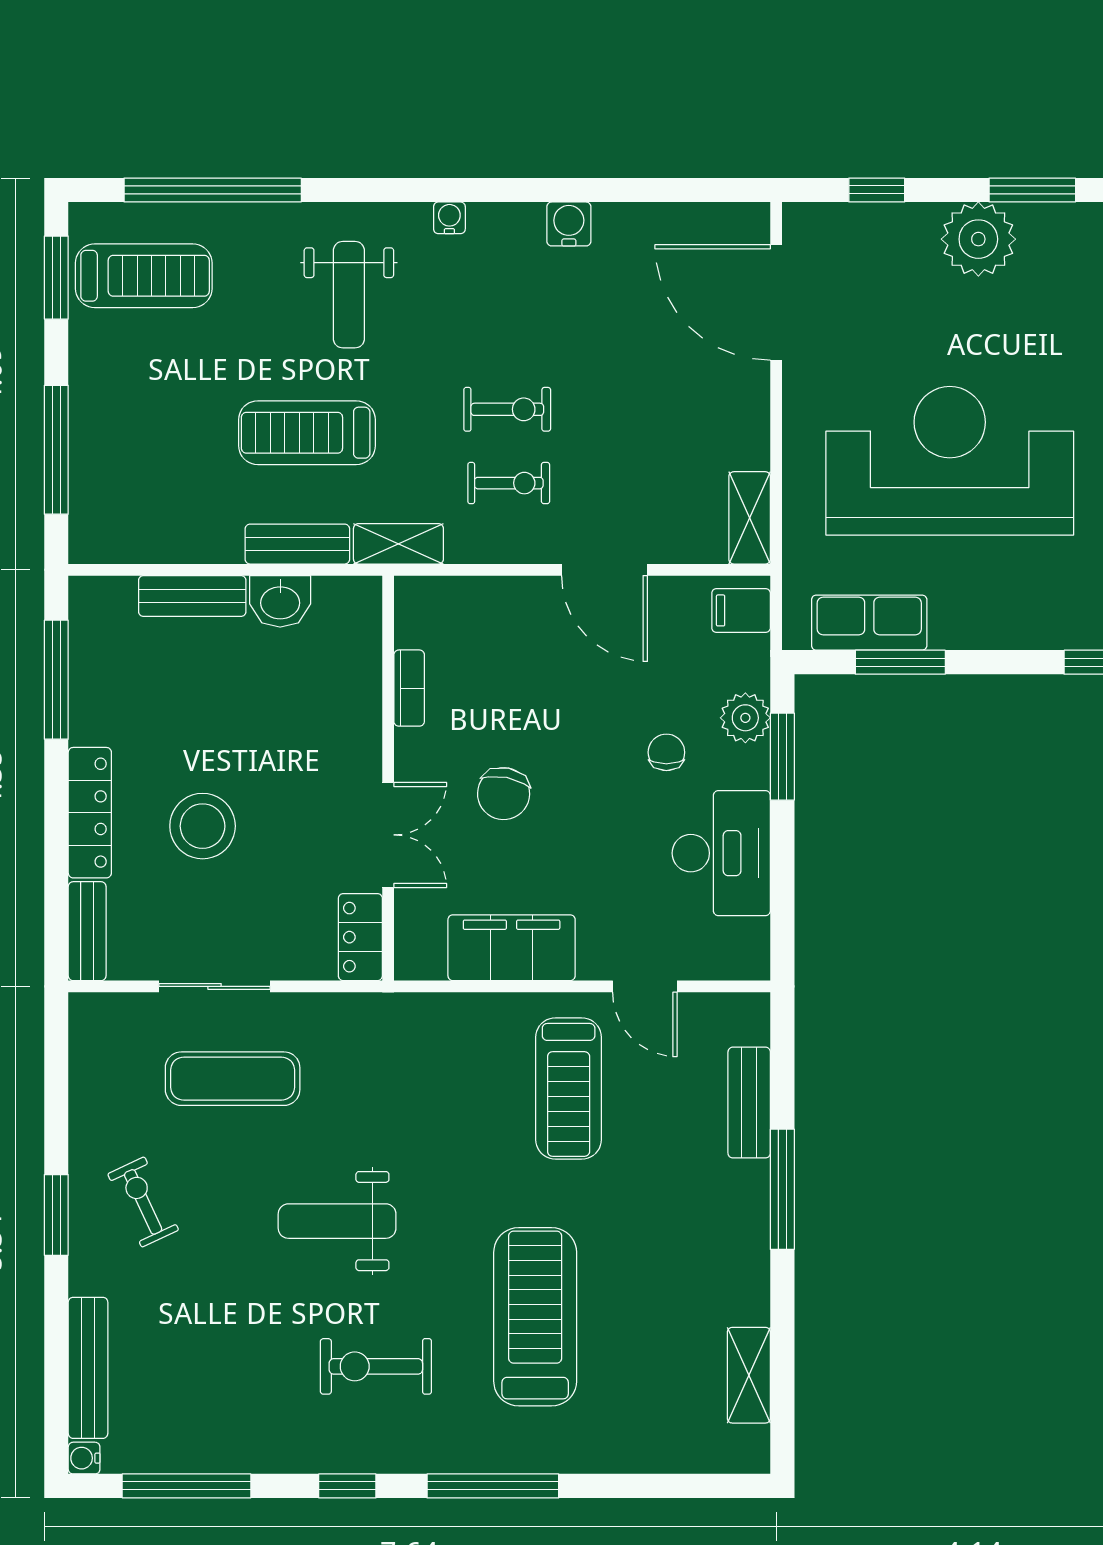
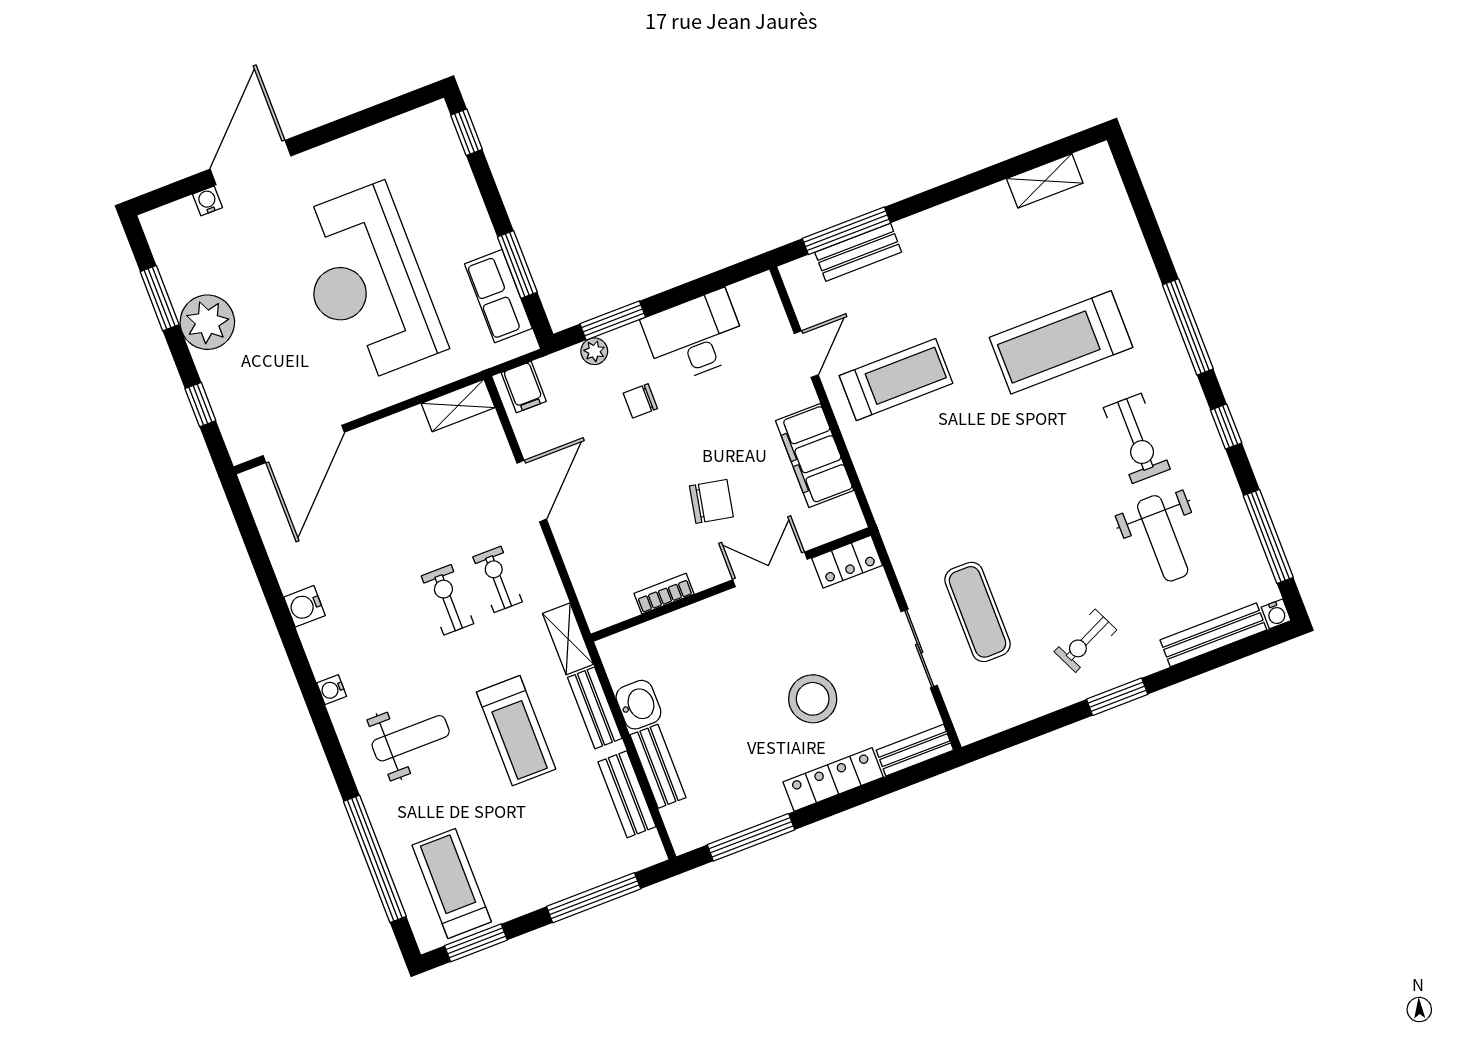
bench: (172, 543) -> (627, 794), added
plant: (745, 718) -> (594, 351), width x0.73, depth x0.73
window: (782, 1189) -> (846, 231), moved
weight bench: (337, 1221) -> (1163, 538), moved

